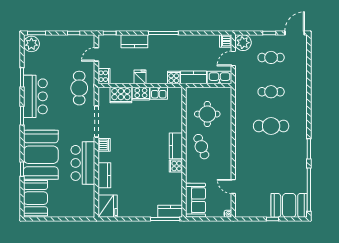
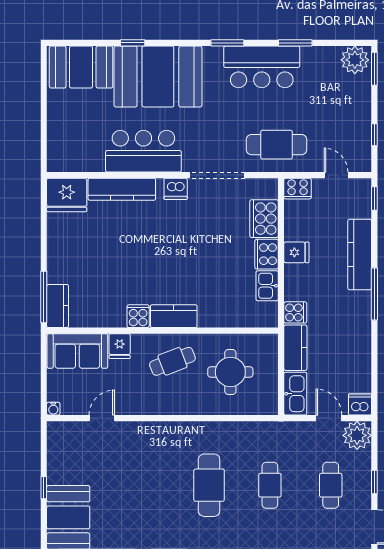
kitchen counter: (134, 41) -> (360, 254), width x1.50
kitchen counter: (104, 175) -> (122, 189), width x1.50
fridge: (193, 176) -> (120, 346), added

